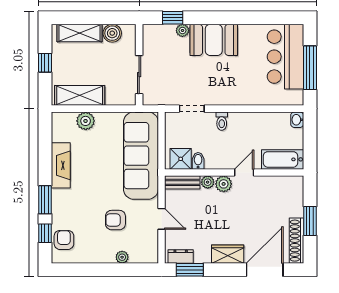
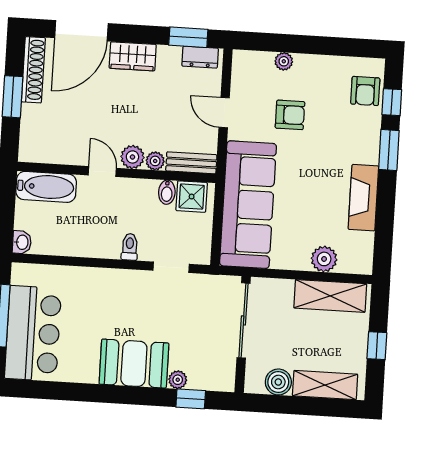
sliding door: (139, 75) -> (243, 320), width x1.37
door: (244, 172) -> (102, 172), swing flipped

